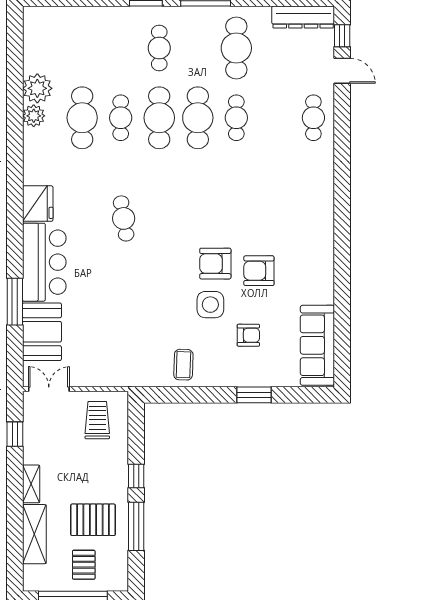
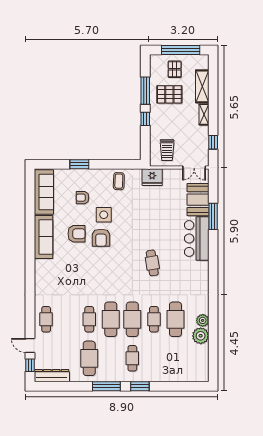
fridge: (38, 204) -> (152, 177), moved, turned -90
armchair: (215, 264) -> (101, 238), turned 90
sofa: (318, 265) -> (43, 237), added

